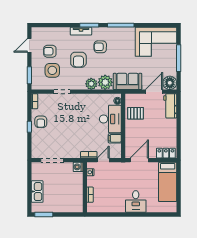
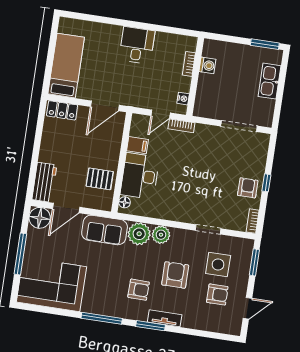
washing machine: (78, 167) -> (207, 65), moved
desk: (136, 202) -> (137, 45), moved

